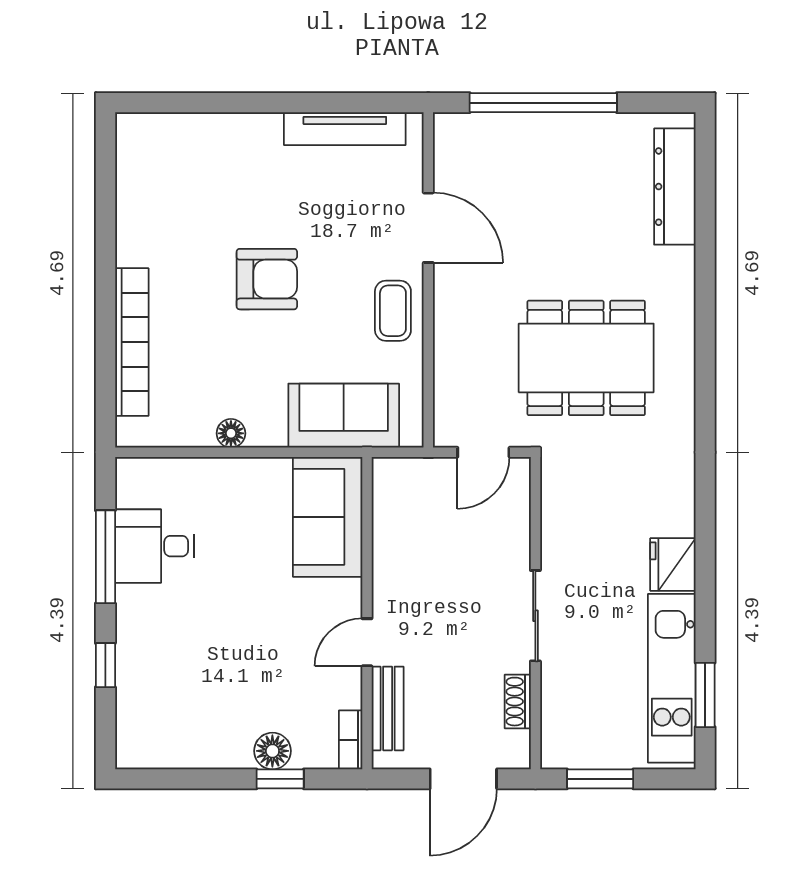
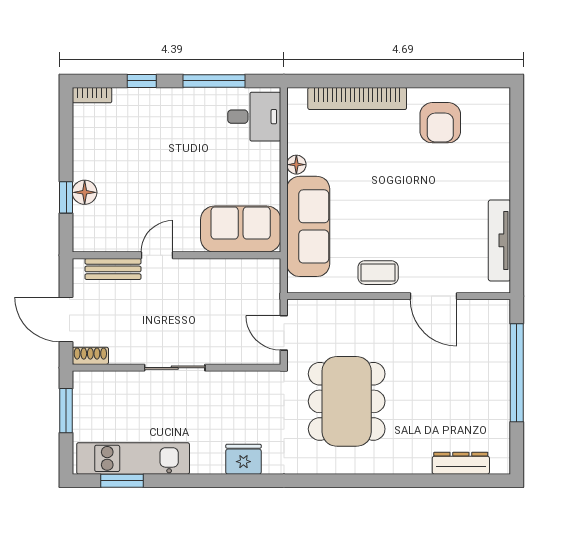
dresser: (675, 187) -> (461, 463), width x0.73, depth x0.80
door: (428, 228) -> (433, 296), hinge flipped
armchair: (267, 279) -> (440, 123), moved
sofa: (344, 416) -> (308, 226), width x1.36
desk: (155, 546) -> (254, 117), moved, turned 90
fridge: (673, 565) -> (243, 459), moved
door: (367, 642) -> (157, 255), hinge flipped
shoe rack: (518, 702) -> (90, 356), moved
bookcase: (351, 740) -> (92, 95), moved, turned 180

